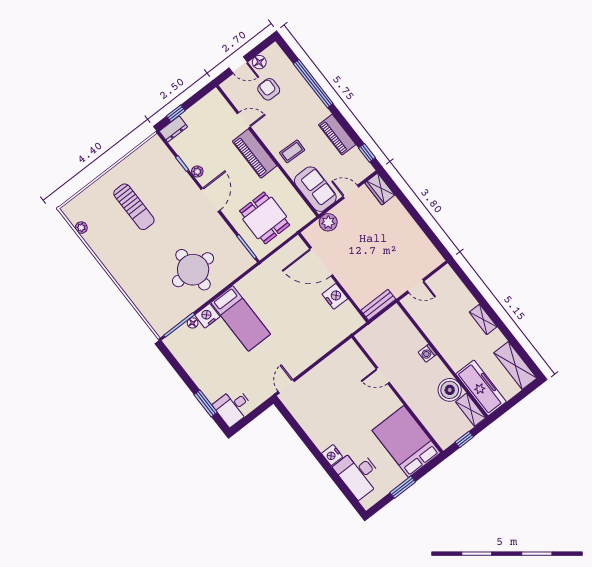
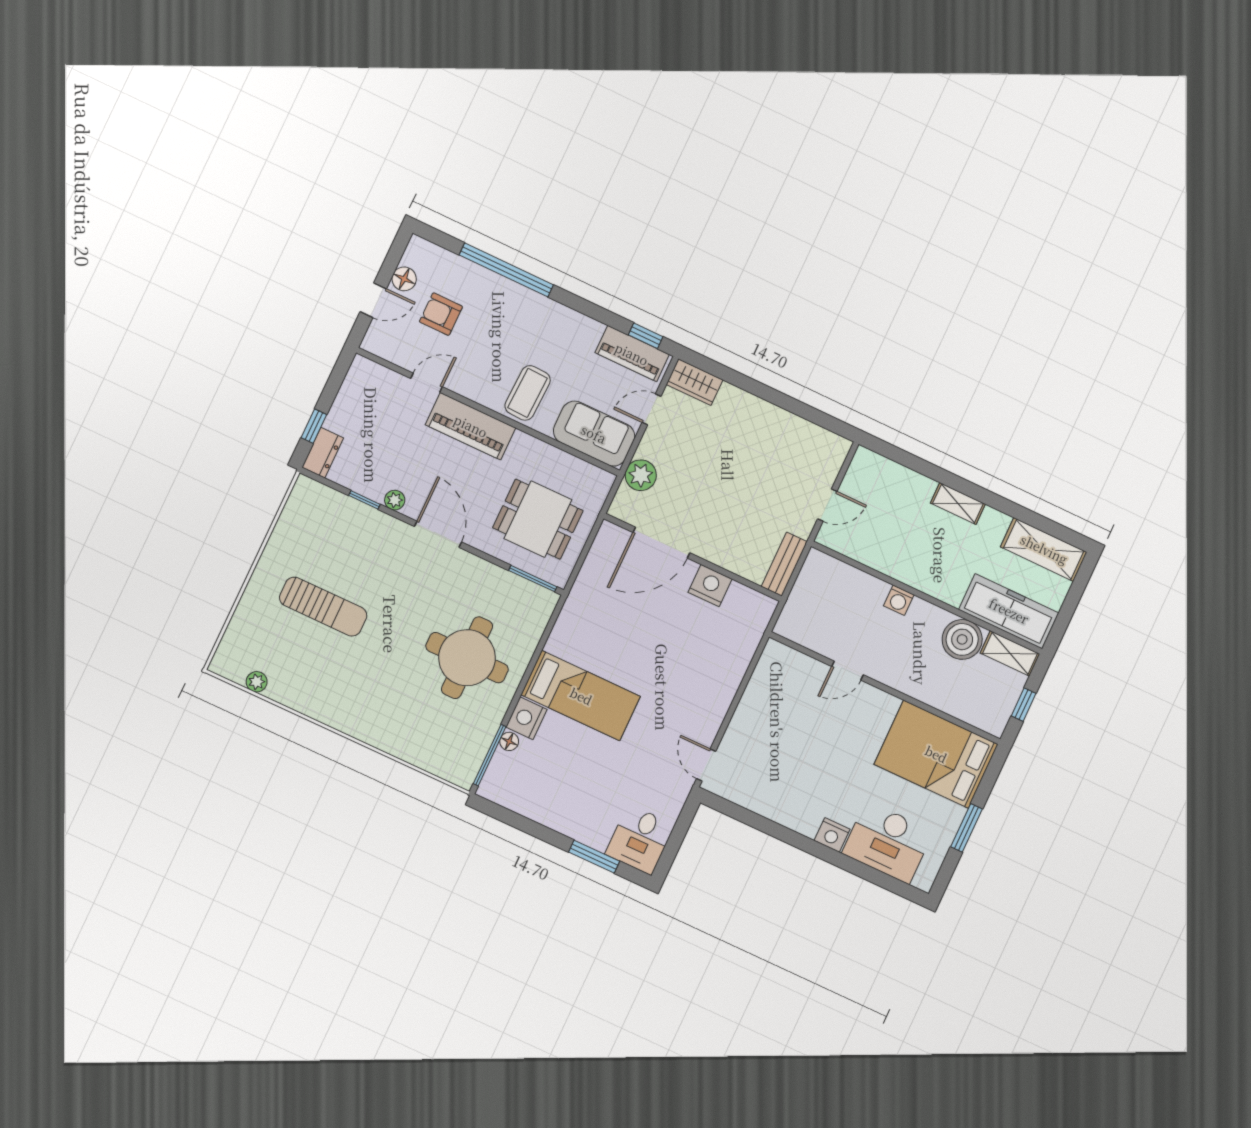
piano: (337, 135) -> (632, 354), moved
coffee table: (292, 151) -> (528, 393), width x1.36, depth x1.30

